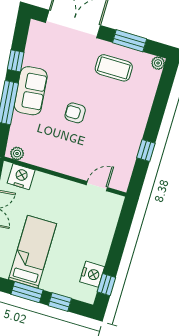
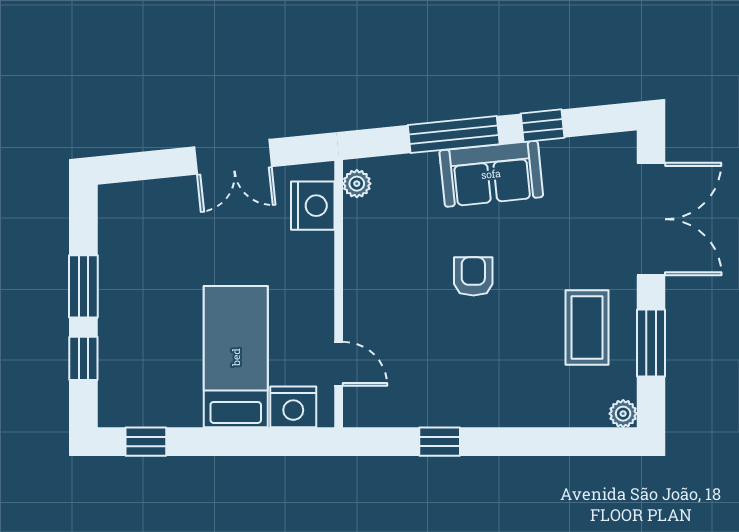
bed: (33, 252) -> (236, 357), moved, turned -90
nightstand: (92, 274) -> (293, 407), moved

